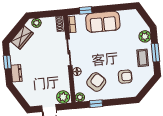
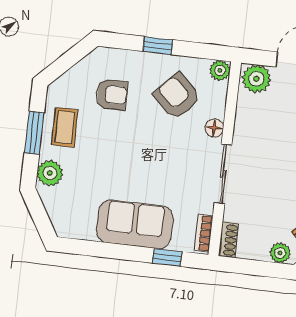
armchair: (125, 77) -> (112, 95), turned 180
armchair: (96, 82) -> (177, 96), turned 90
window: (96, 104) -> (158, 46), moved

